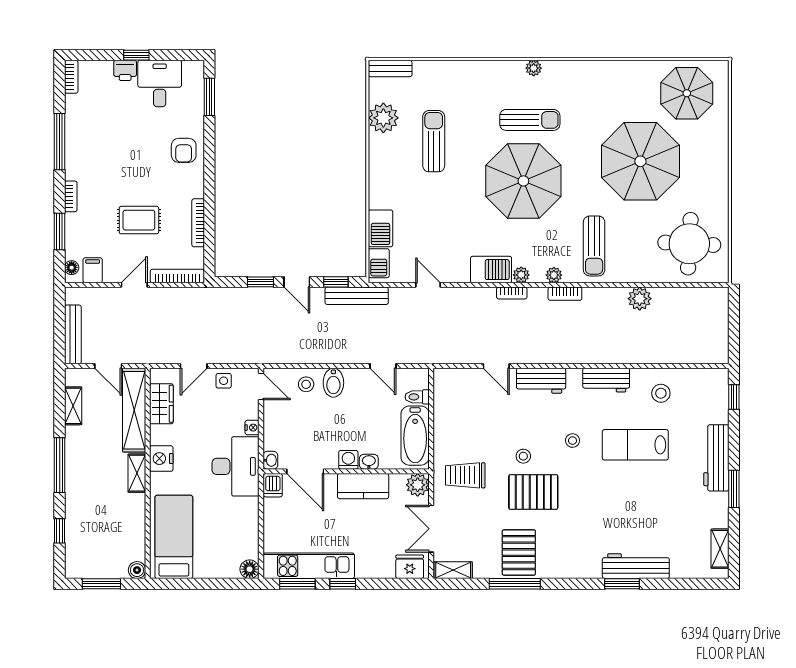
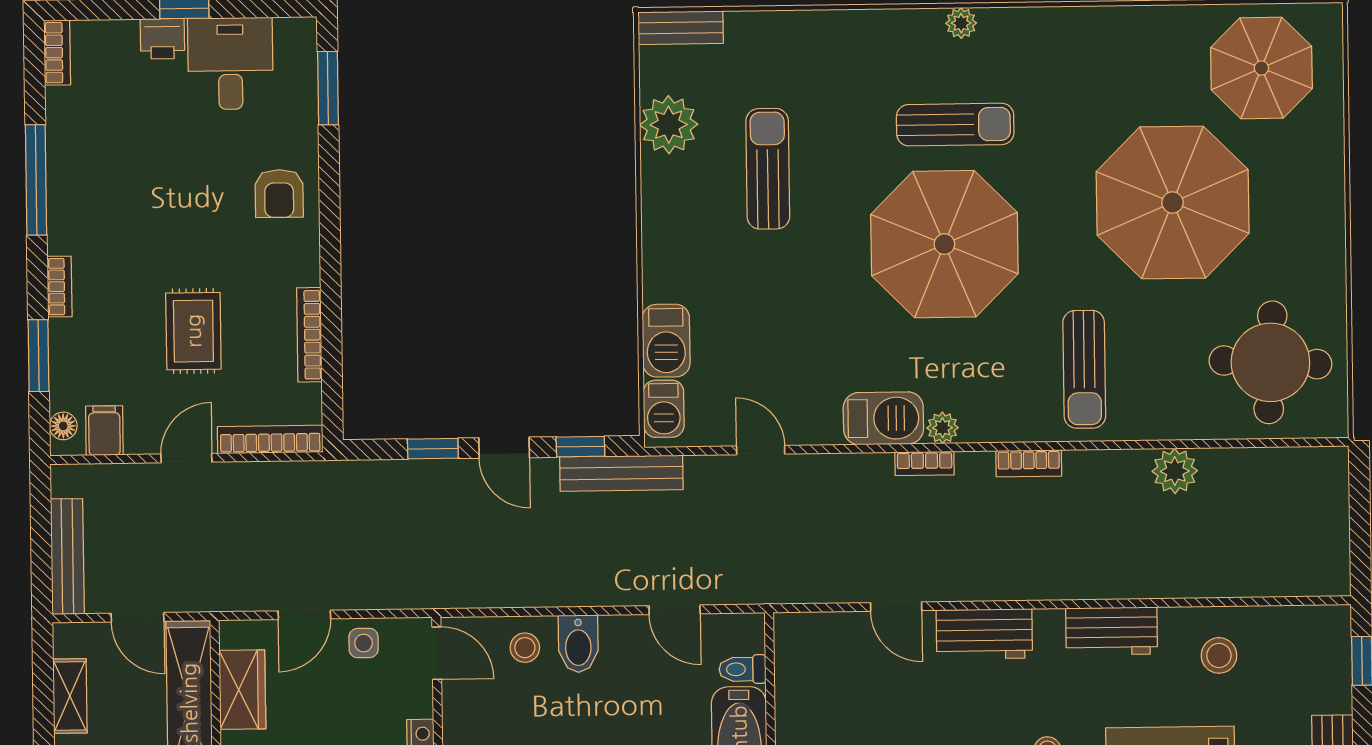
rug: (139, 220) -> (193, 331), turned 90
plant: (554, 275) -> (1007, 427), removed

